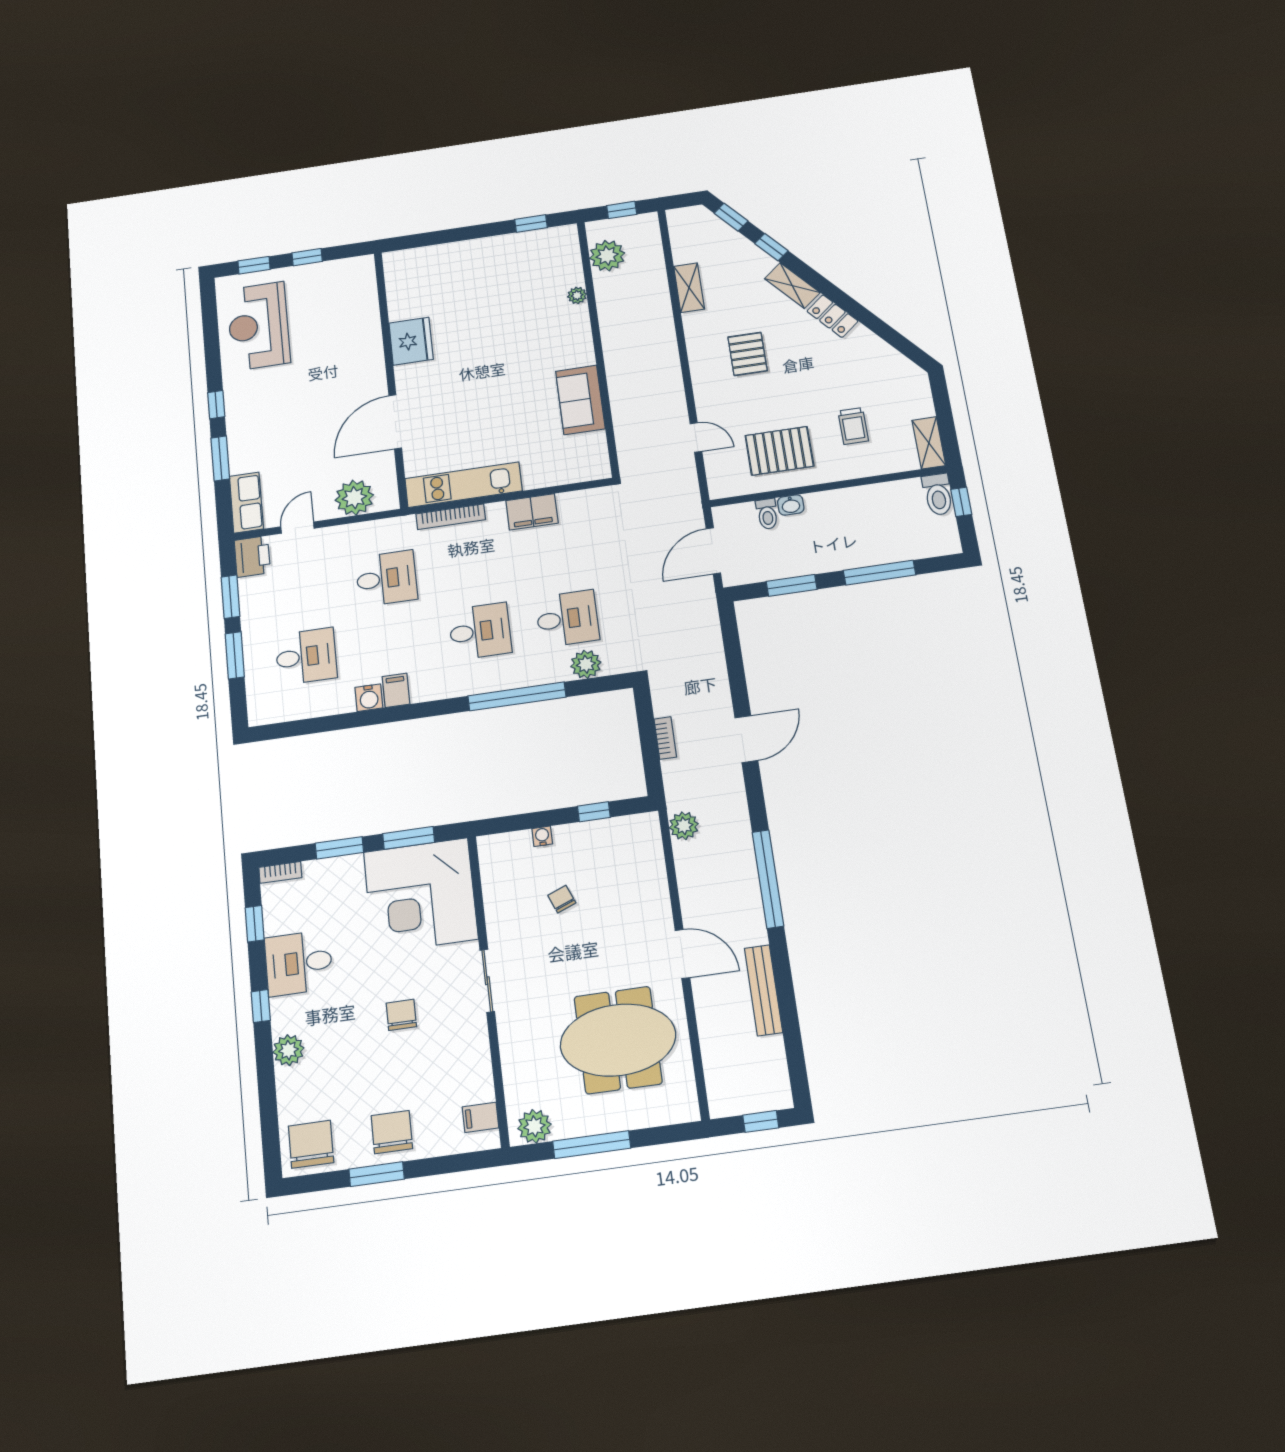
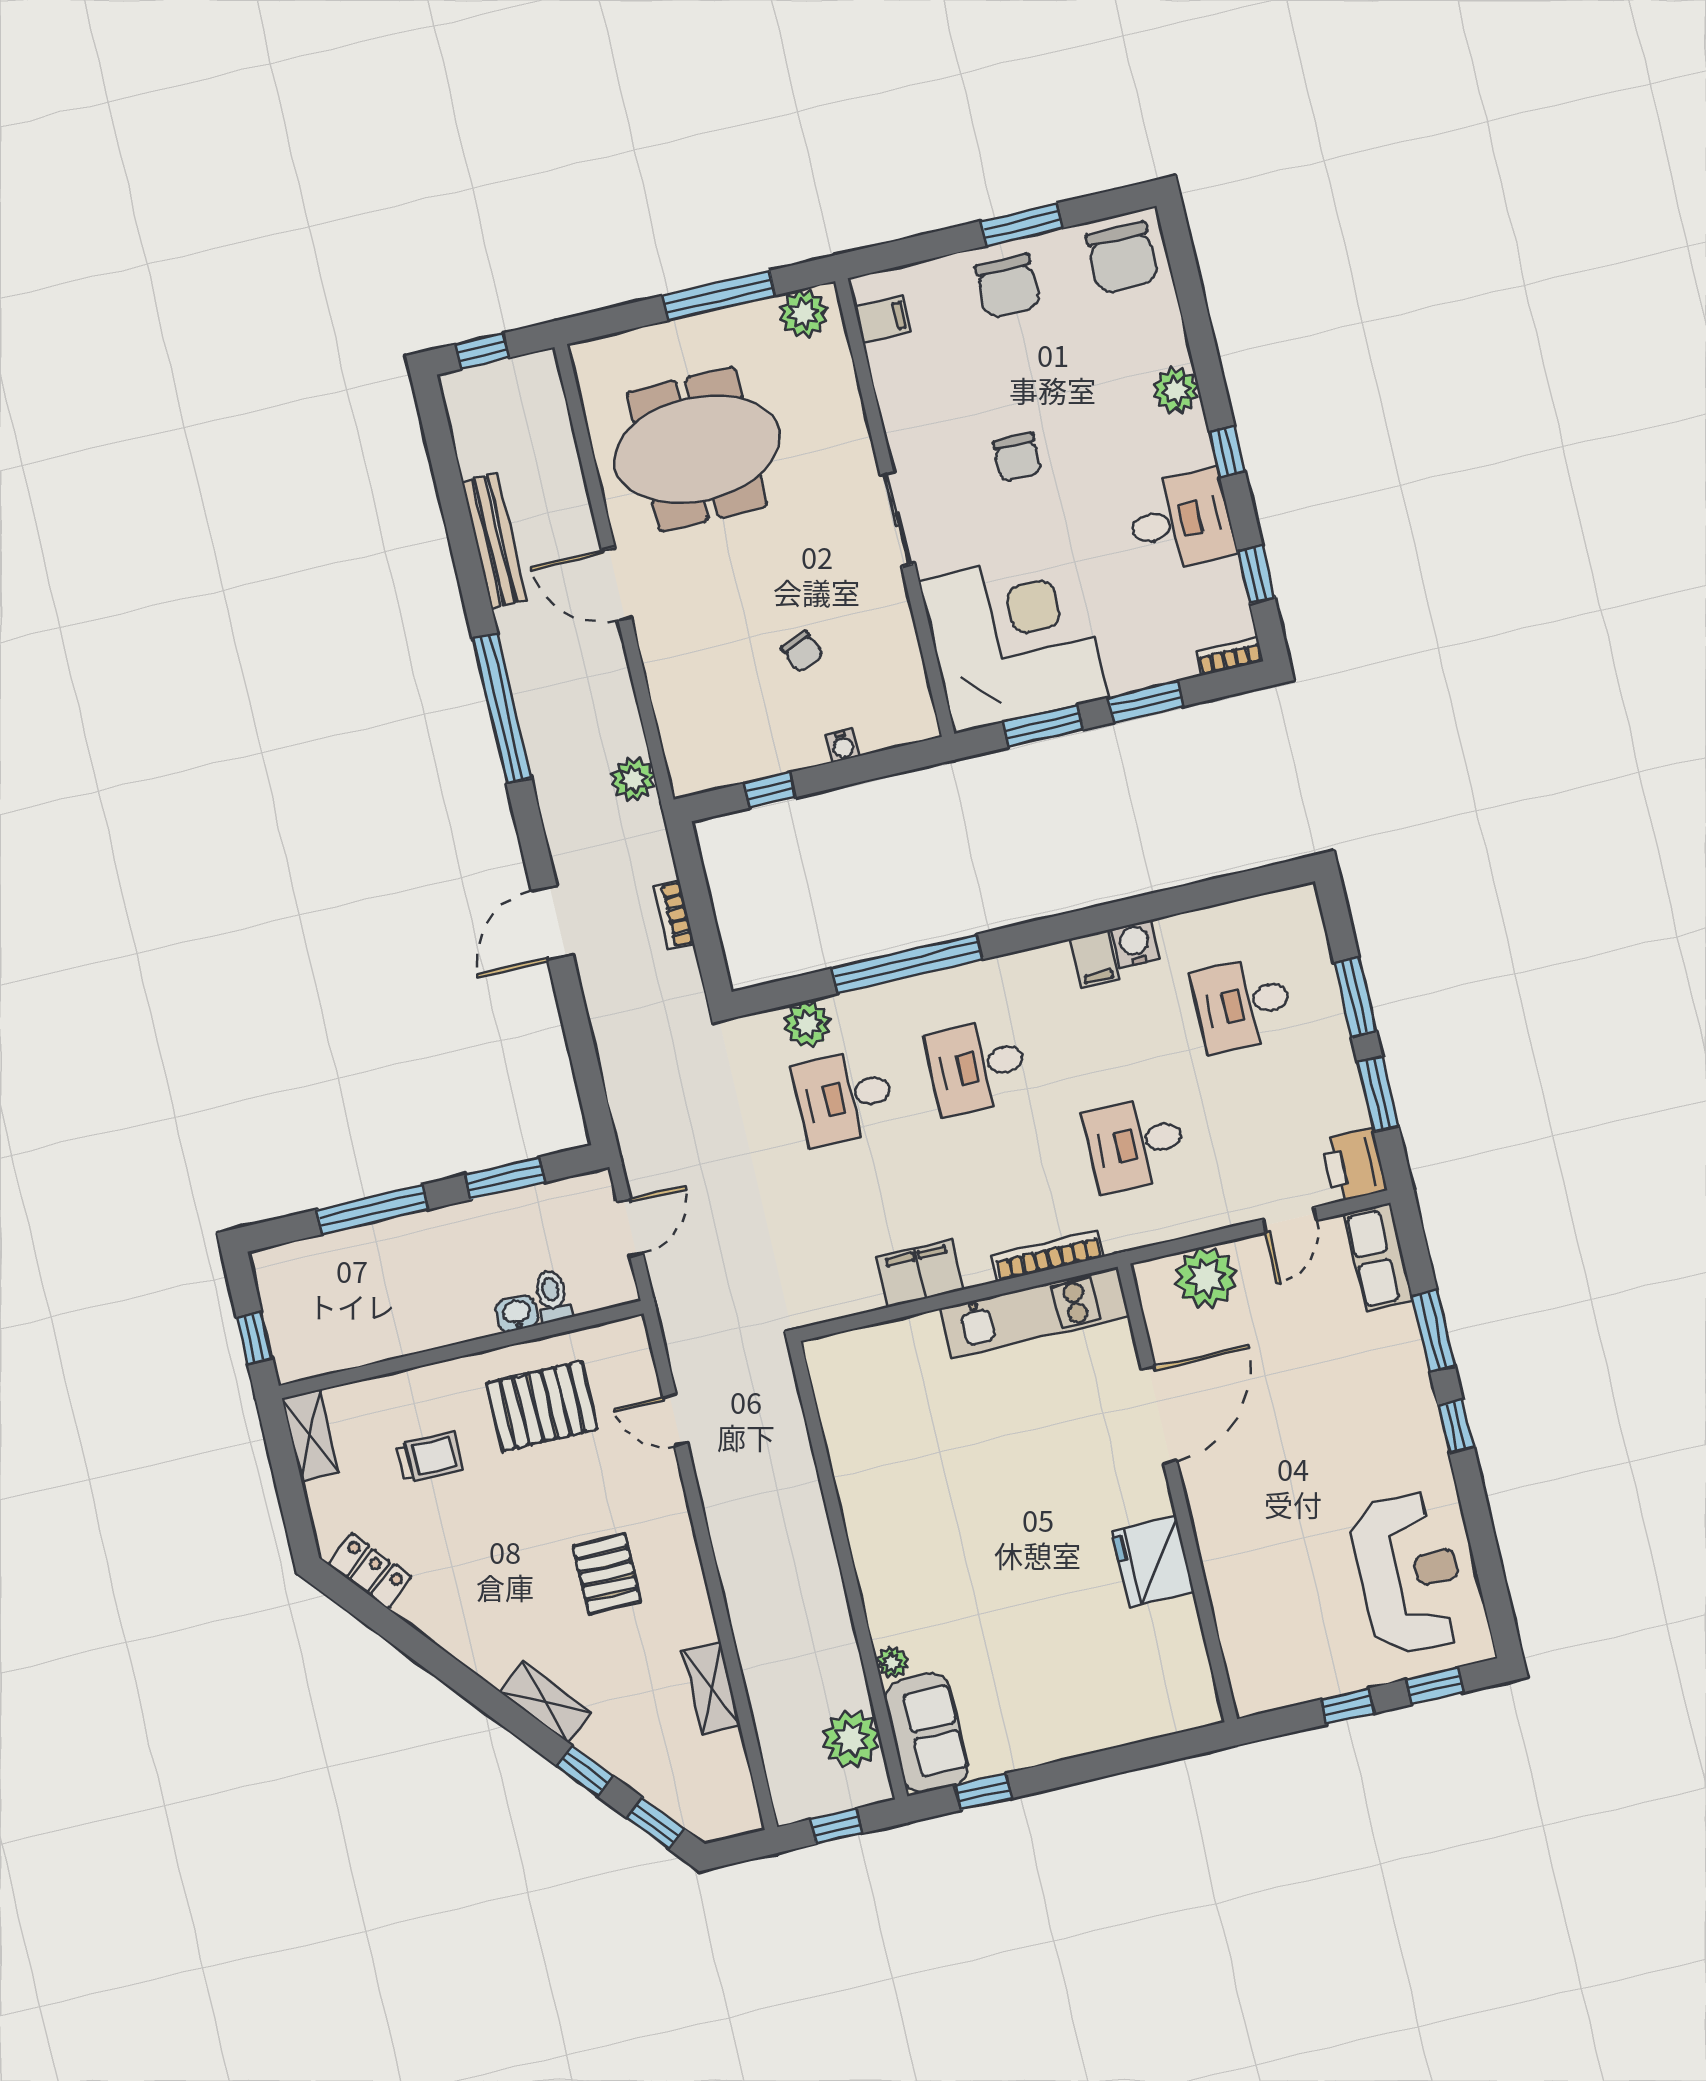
locker: (832, 316) -> (370, 1571), moved
sofa: (580, 400) -> (927, 1733), moved
trolley: (853, 426) -> (430, 1457), turned 90
toilet: (938, 494) -> (291, 1348), removed
door: (713, 551) -> (630, 1228), width x0.73

